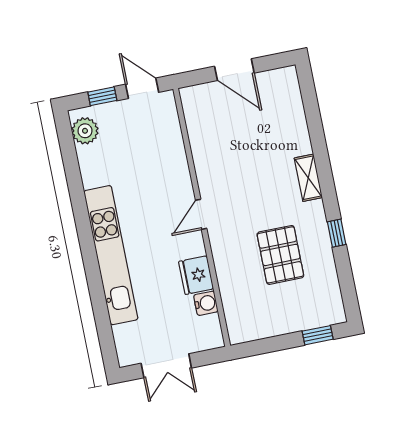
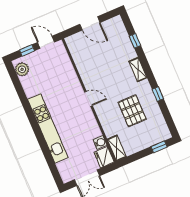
window: (314, 121) -> (135, 41), added
door: (201, 214) -> (88, 99), swing flipped
fridge: (196, 275) -> (104, 157), moved
shelving: (236, 321) -> (117, 148), added

